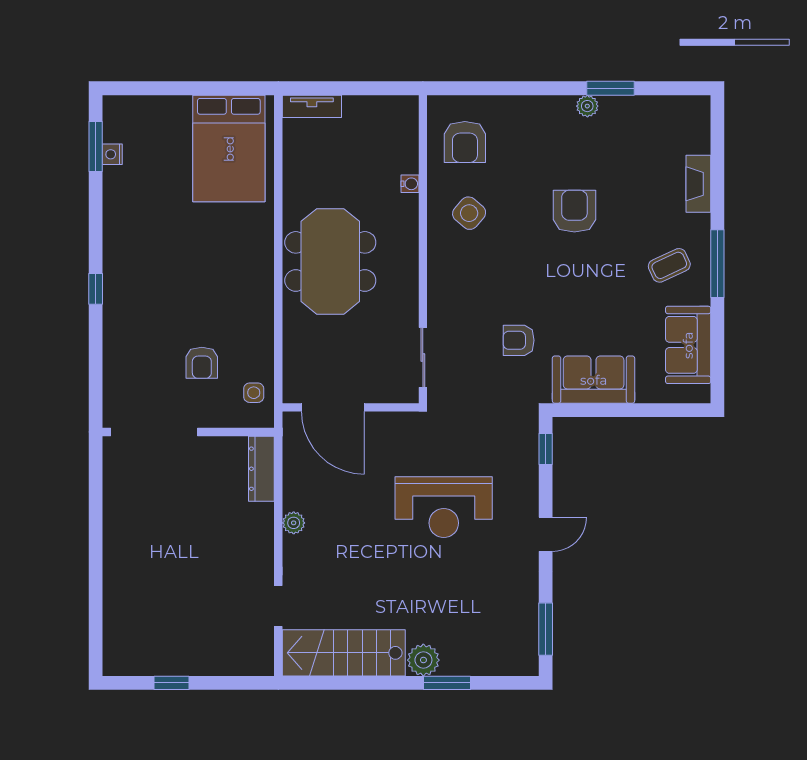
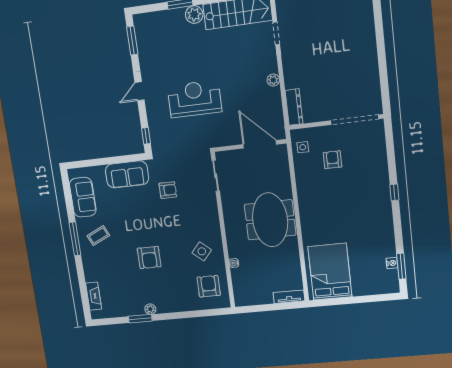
fireplace: (698, 184) -> (94, 296), moved

